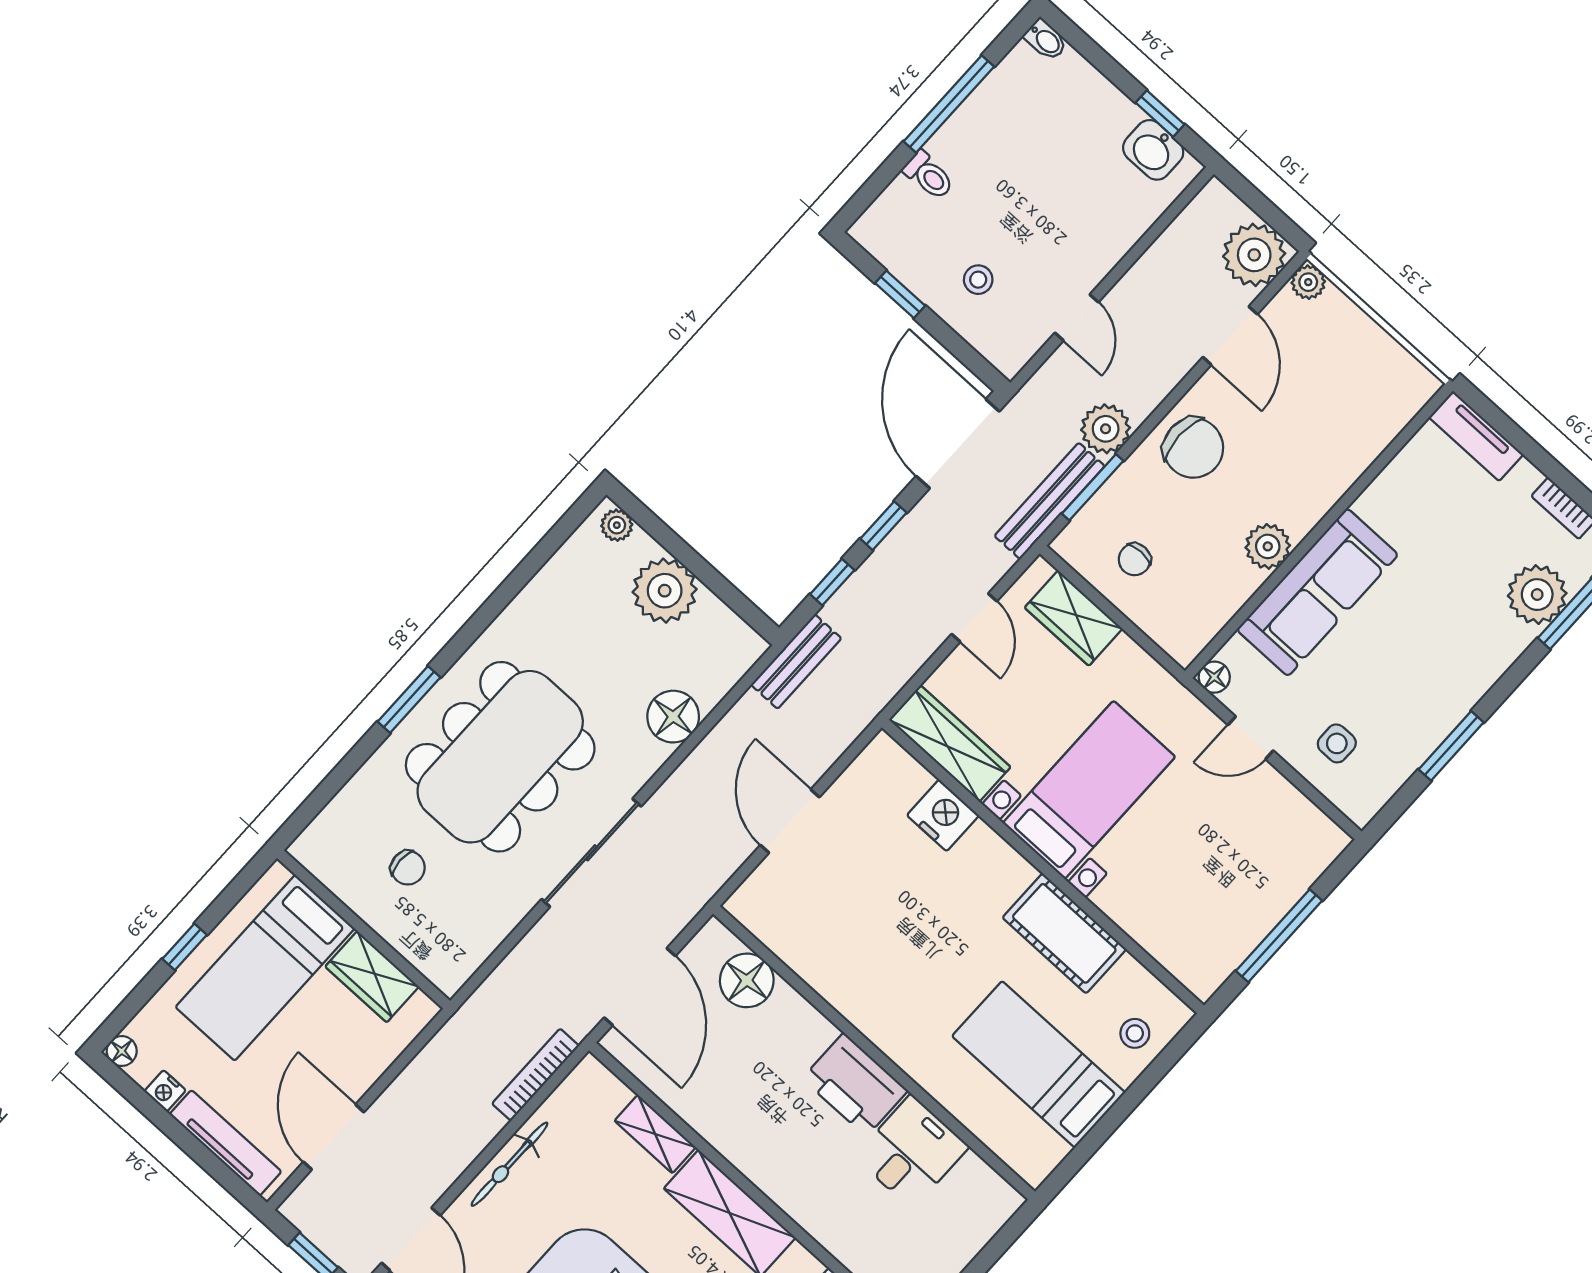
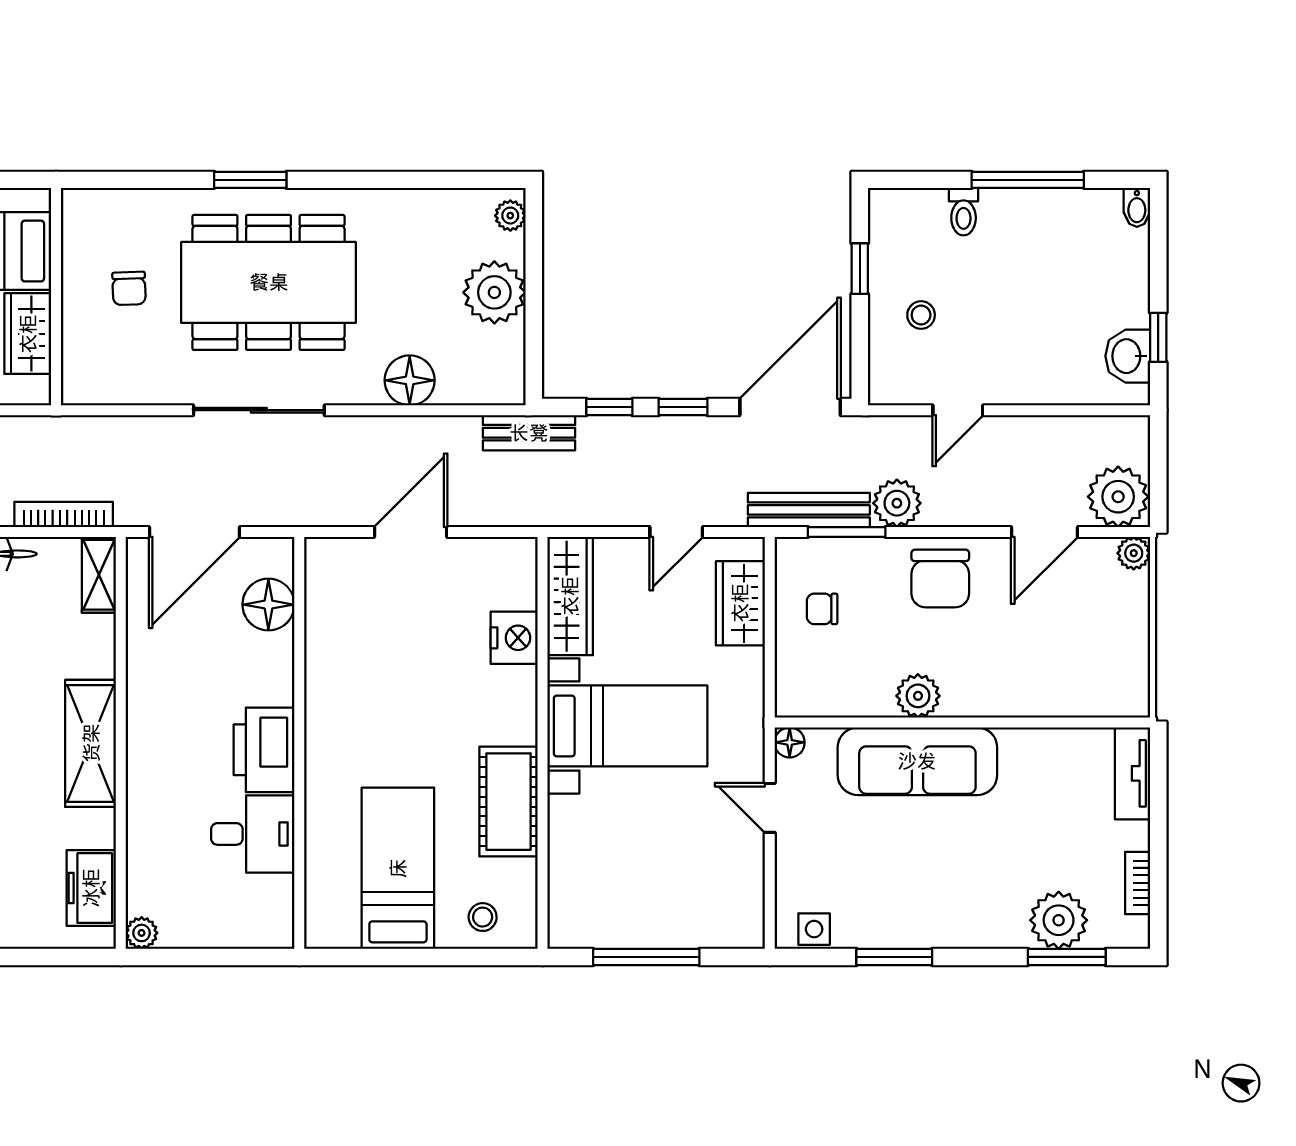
side table: (1337, 743) -> (814, 929), moved
shelving: (655, 1134) -> (99, 575), moved

